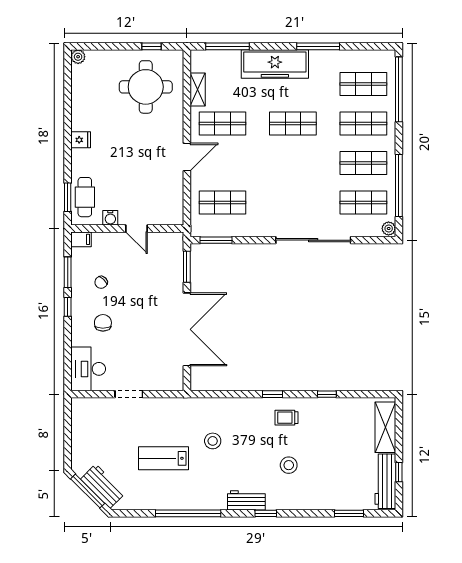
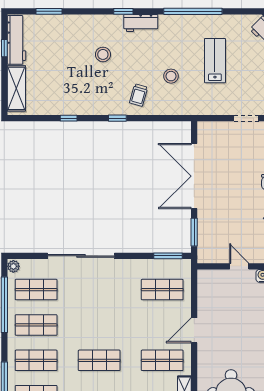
trolley: (286, 418) -> (139, 95), moved, turned 106
lab bench: (164, 458) -> (215, 61), turned -90

